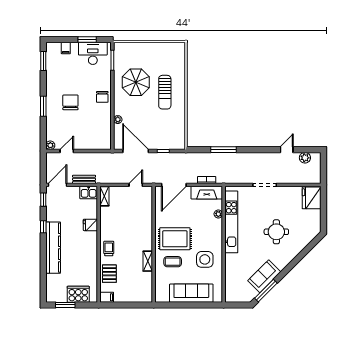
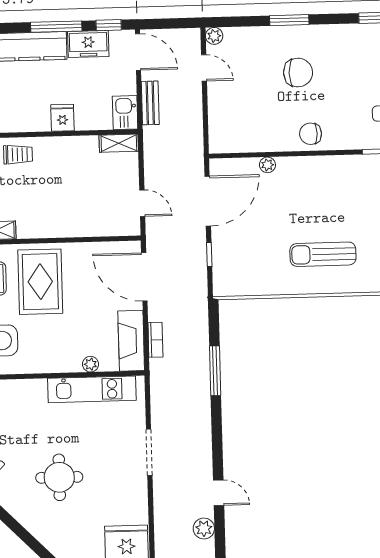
parasol: (136, 82) -> (341, 198), removed
freezer: (53, 211) -> (88, 44), added
kitchen unit: (231, 222) -> (92, 389), width x0.73
window: (43, 227) -> (56, 27), width x2.17

